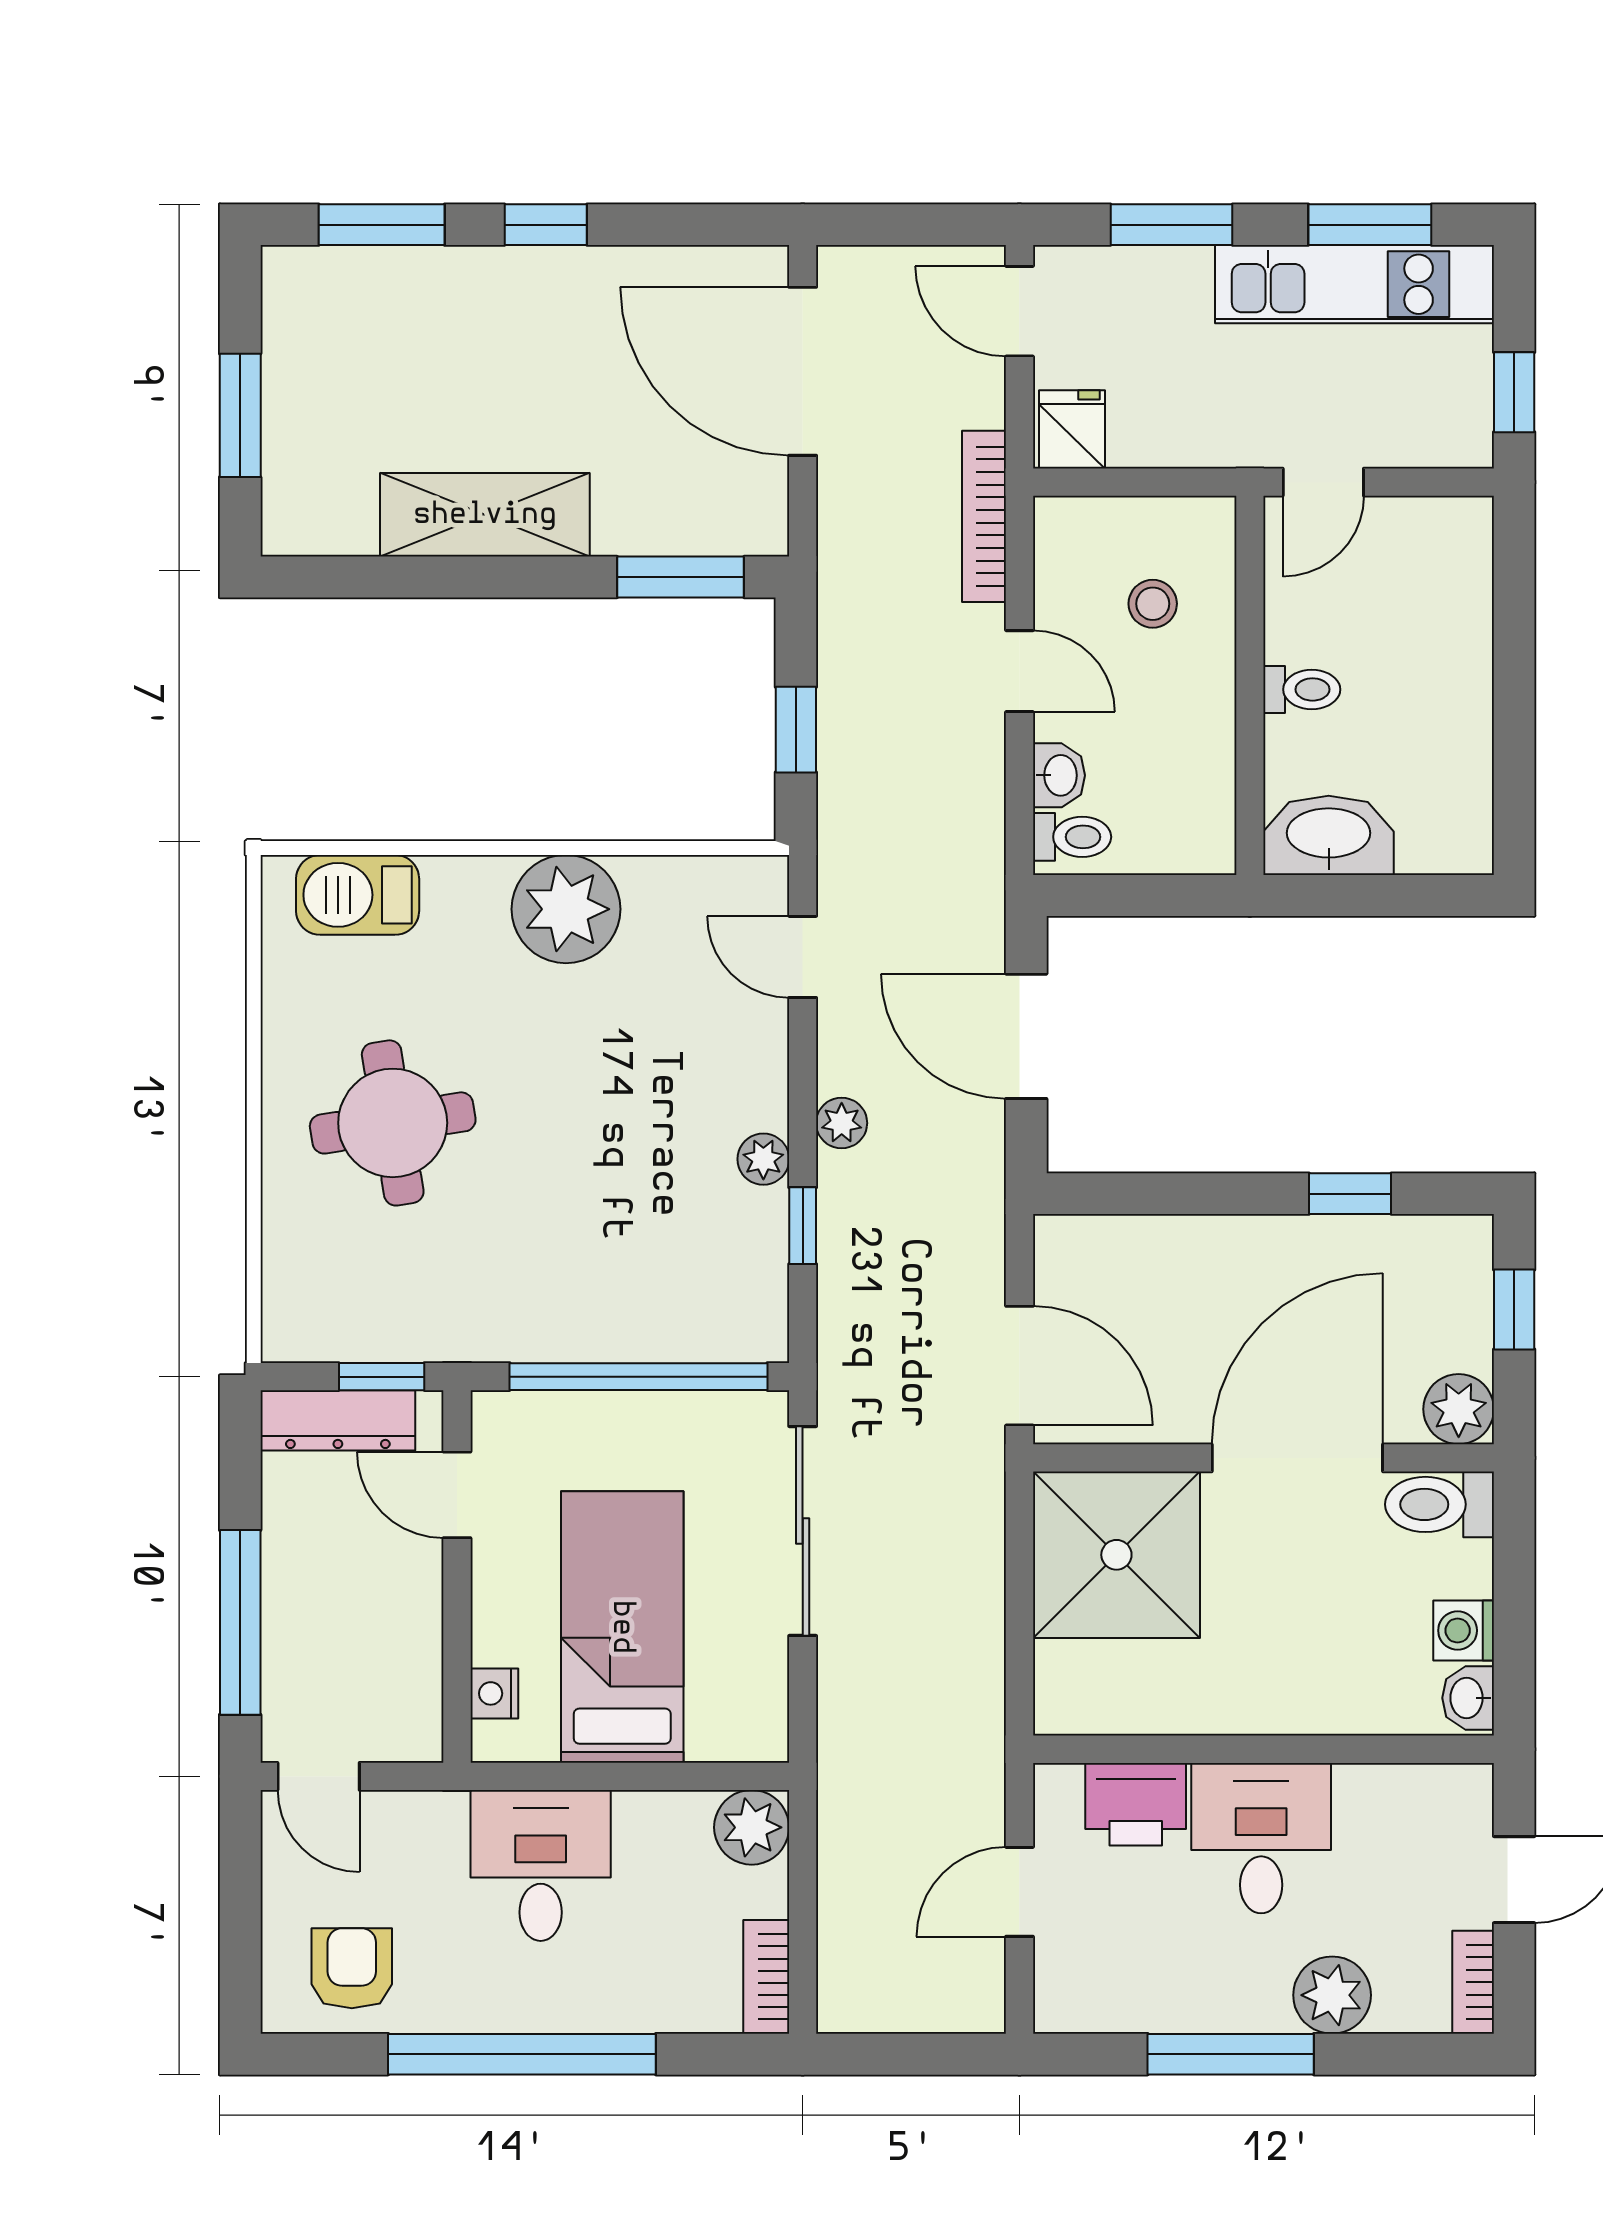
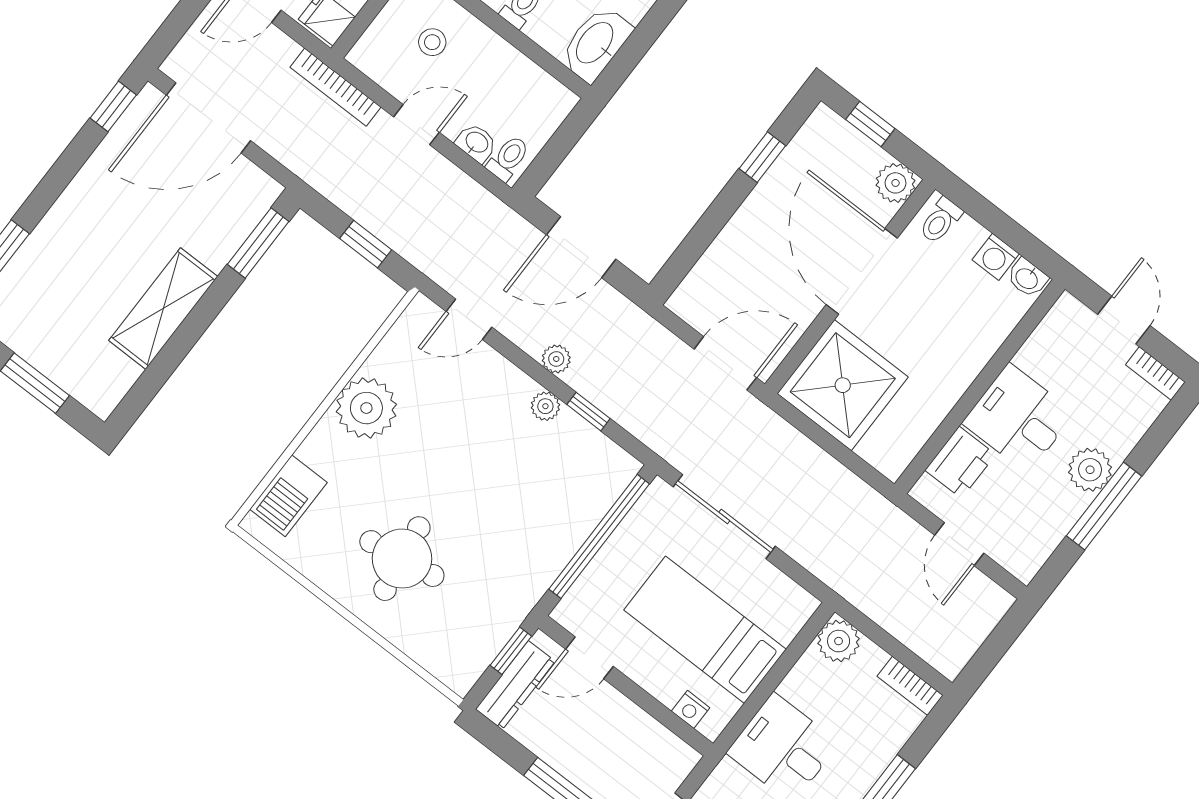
window: (546, 225) -> (113, 106), moved
toilet: (1440, 1504) -> (941, 221), width x0.73, depth x0.72
plant: (1332, 1995) -> (1090, 470), moved

